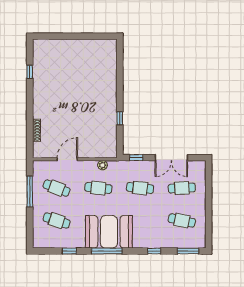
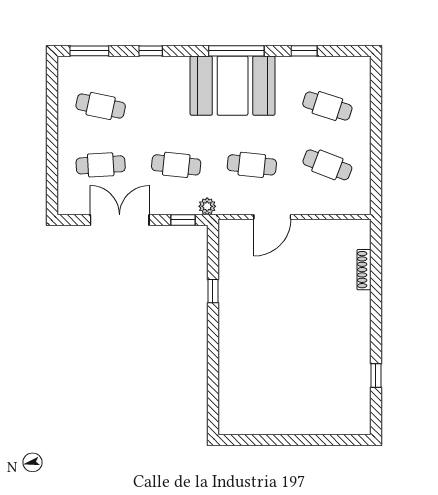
door: (67, 159) -> (272, 217), moved
plant: (103, 165) -> (207, 206), moved
window: (30, 192) -> (376, 159), removed

